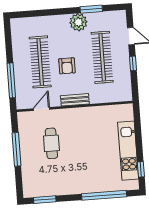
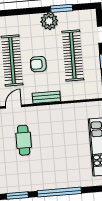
armchair: (67, 66) -> (38, 64), turned 90
window: (104, 195) -> (59, 192), moved

